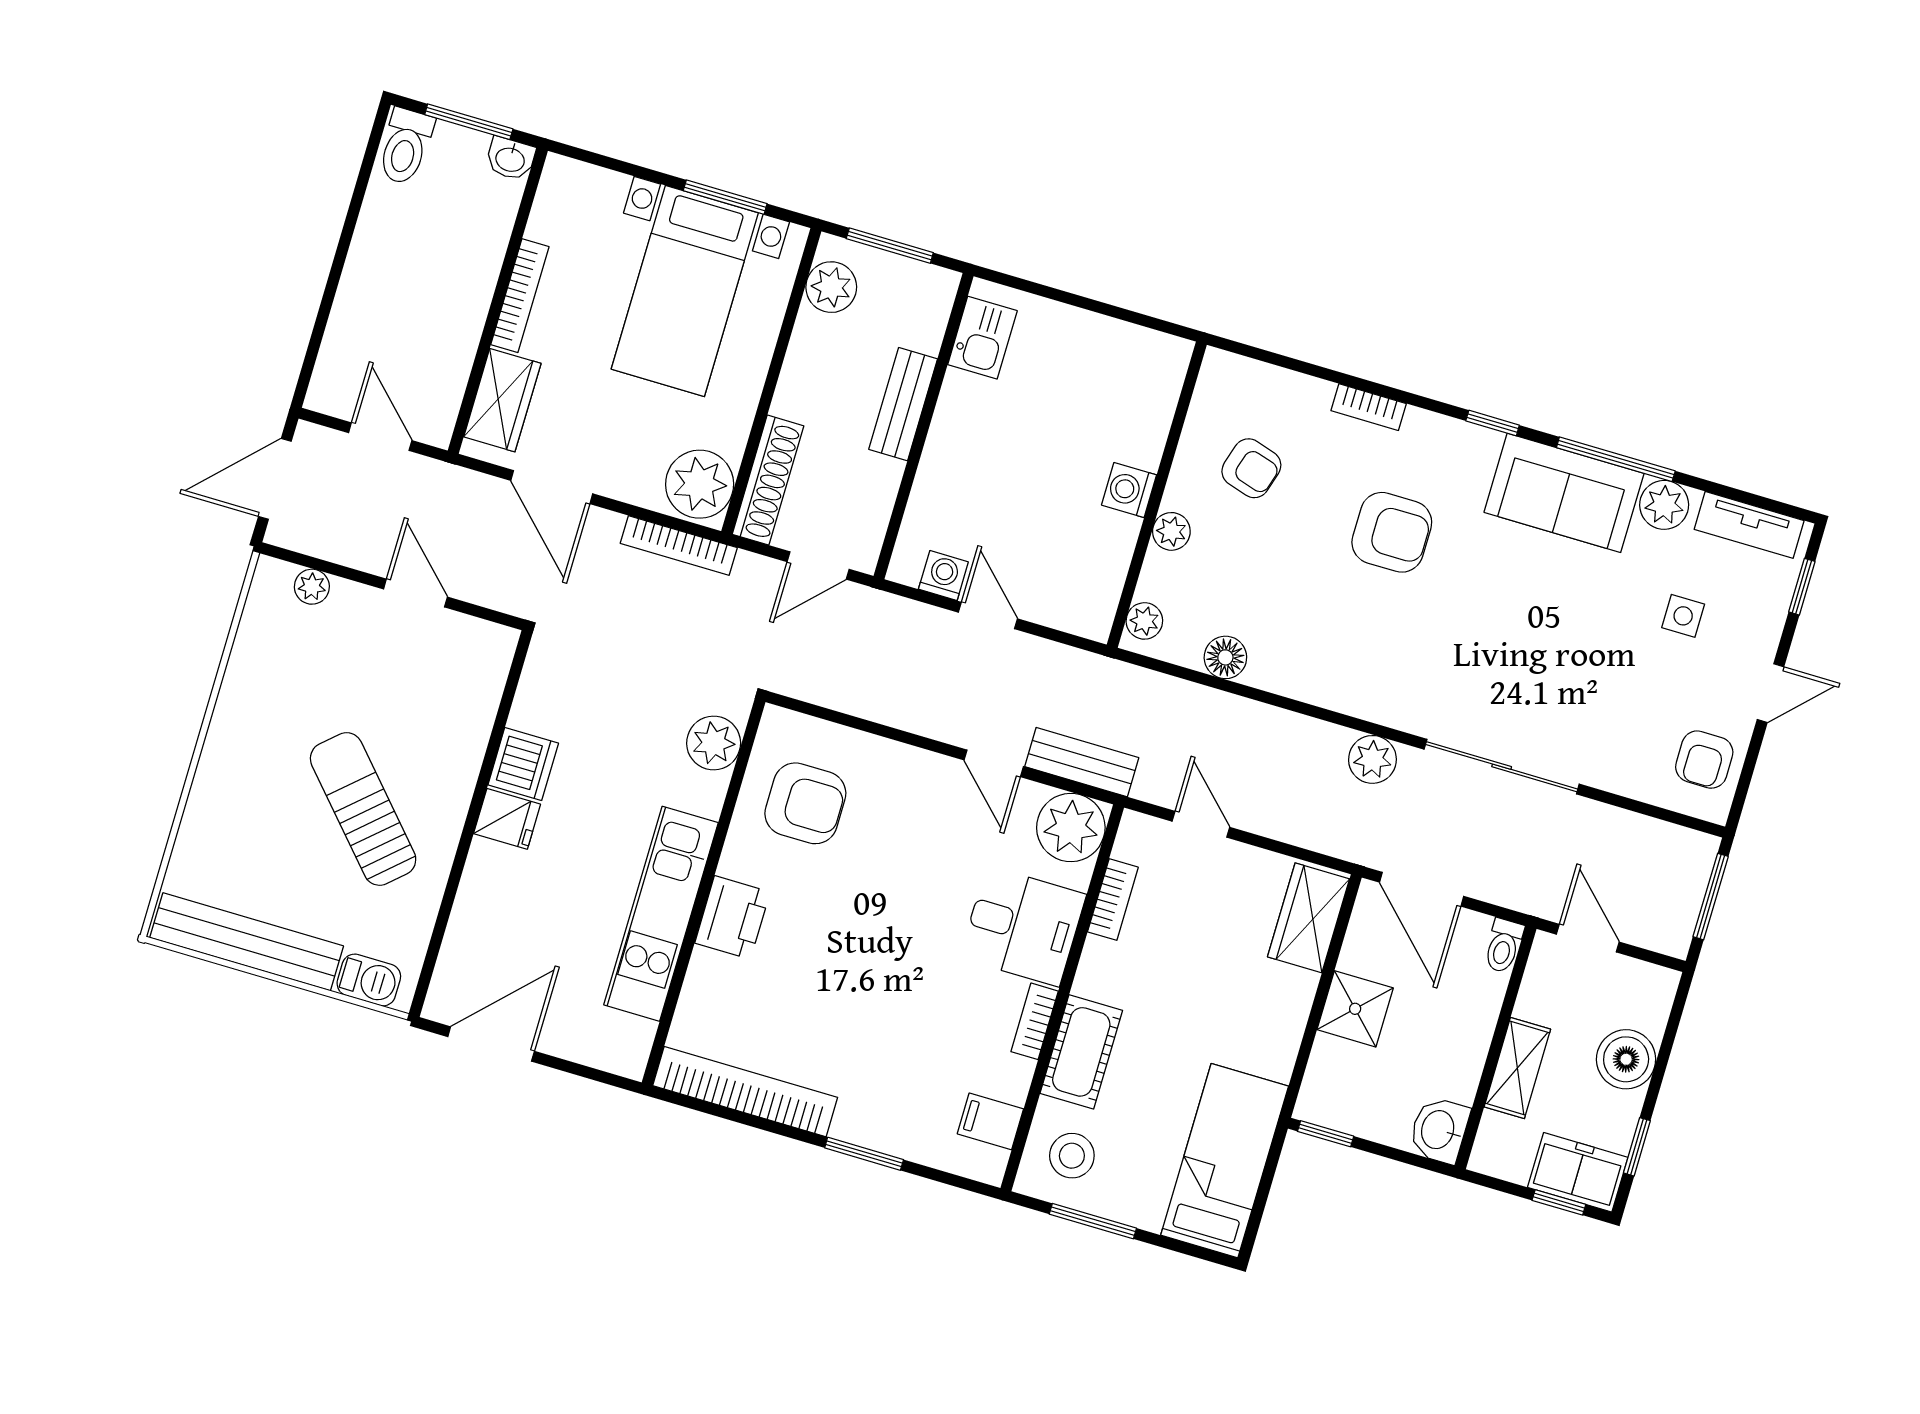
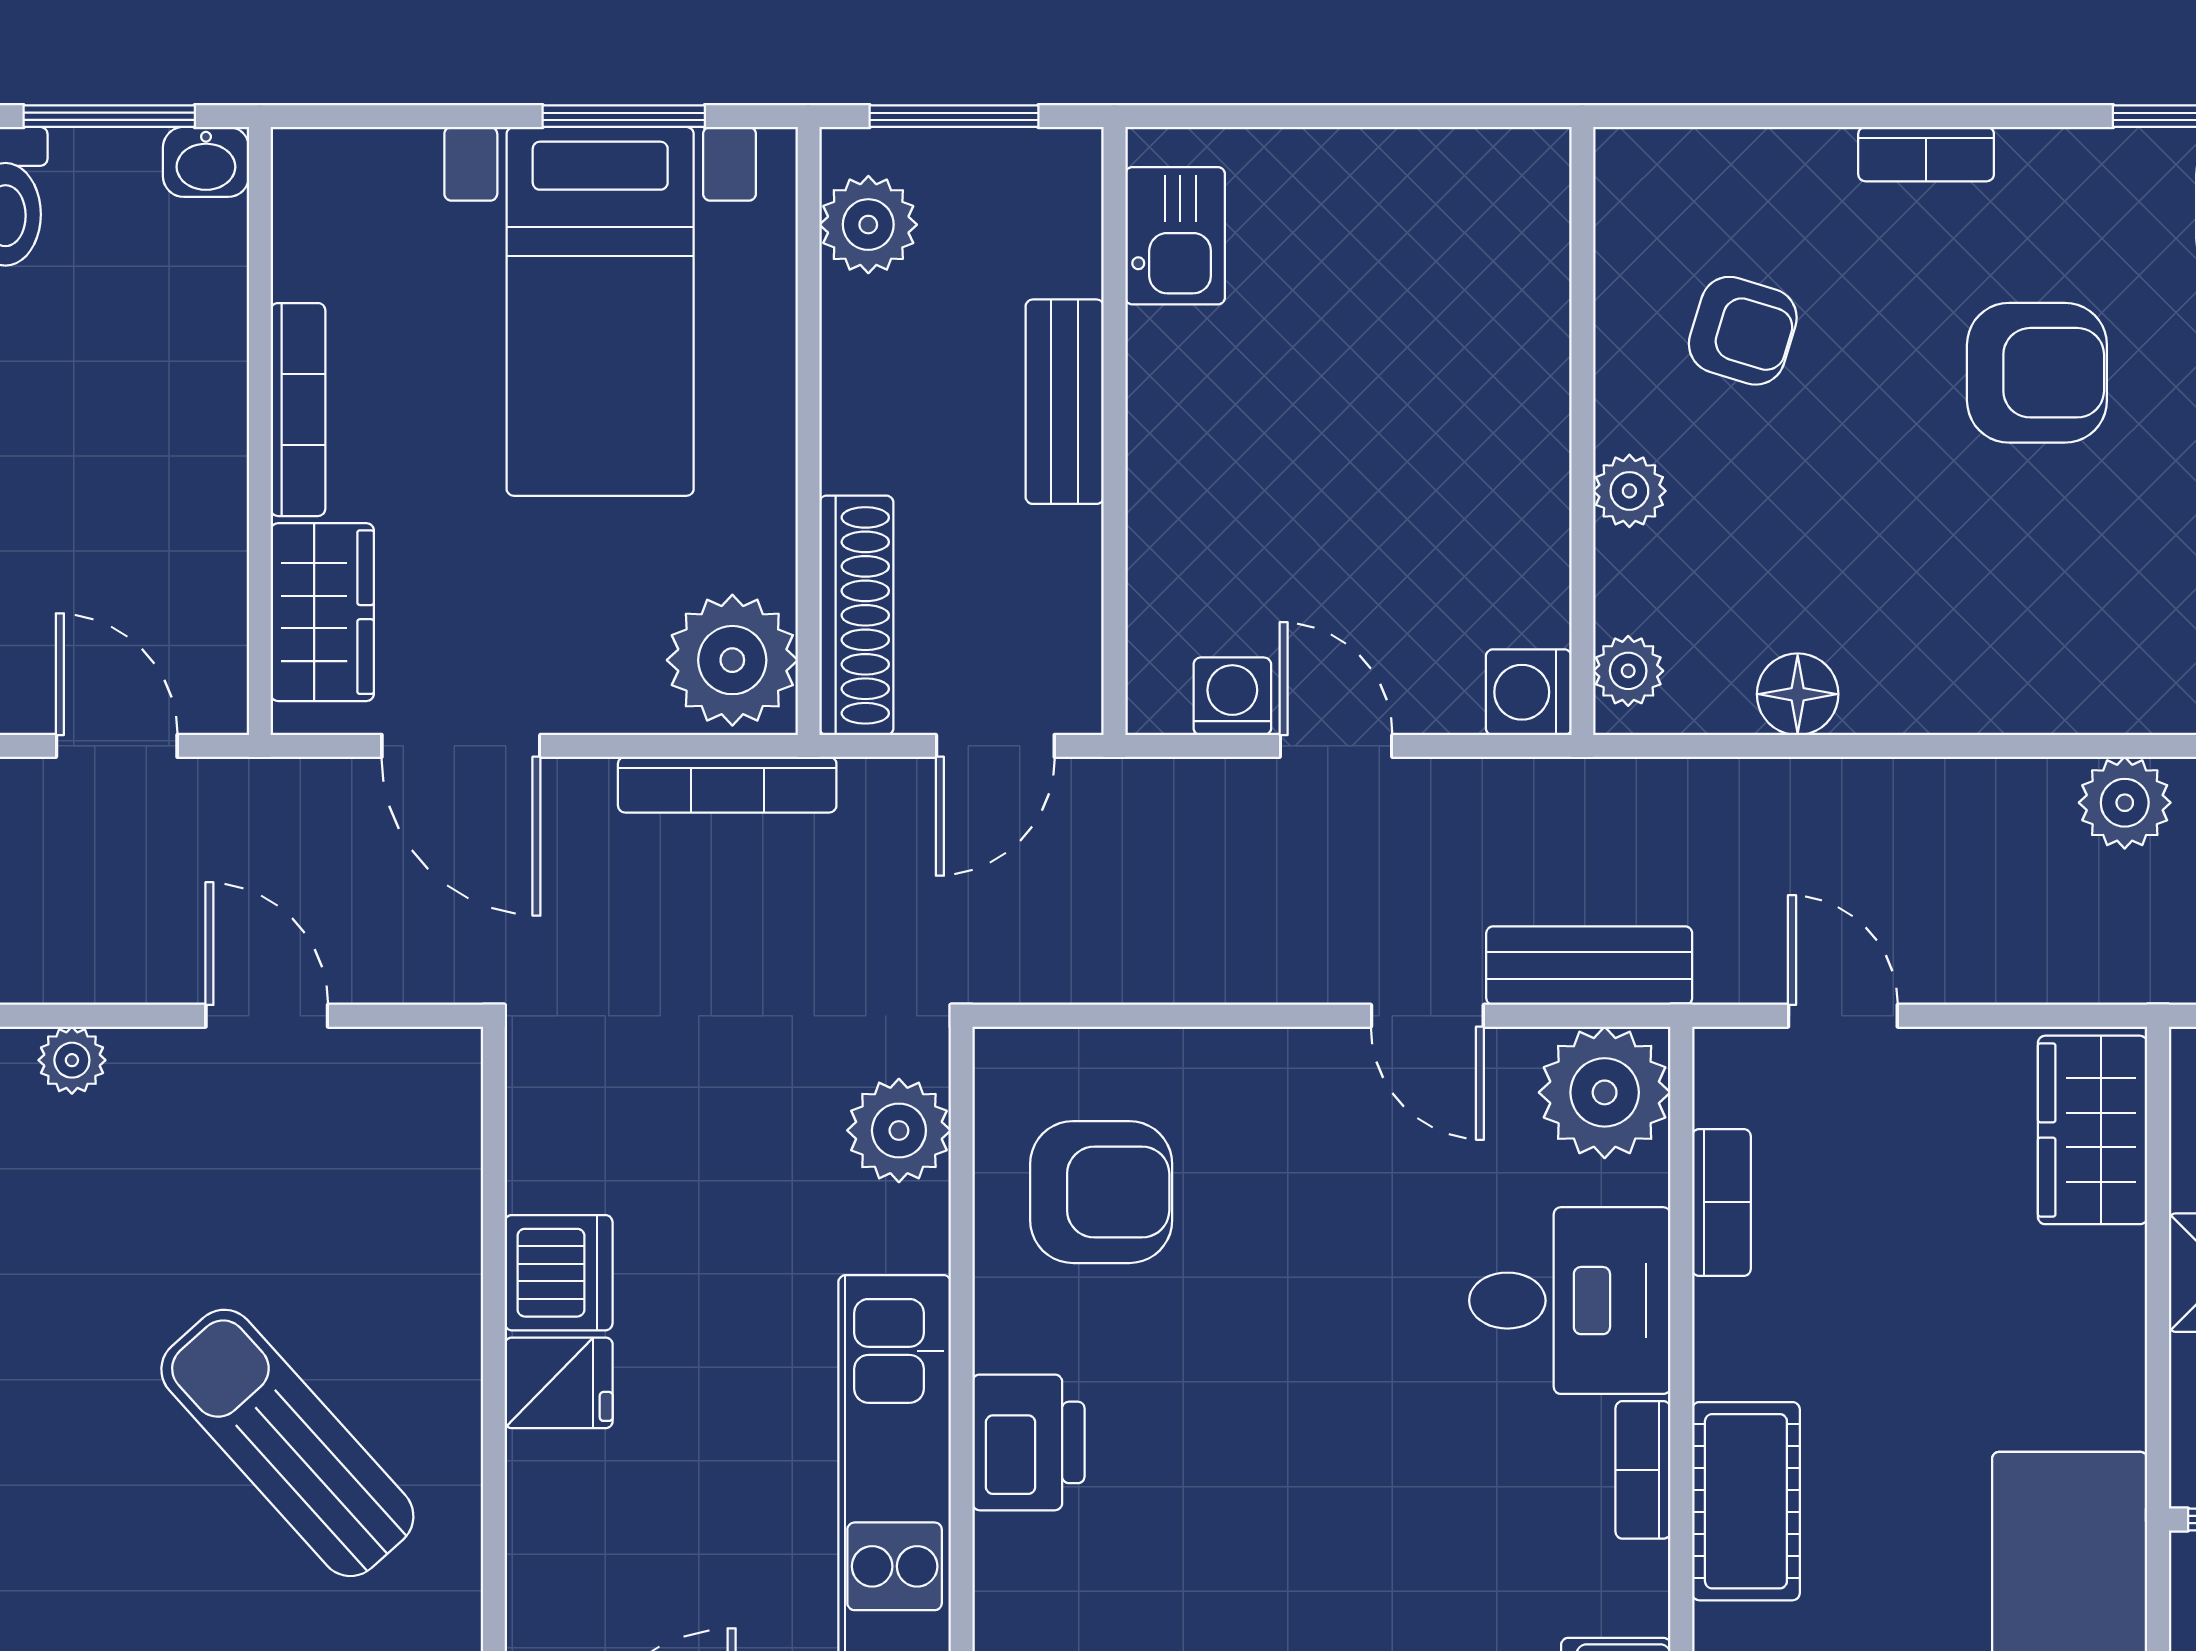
washing machine: (1129, 490) -> (1529, 692), moved

